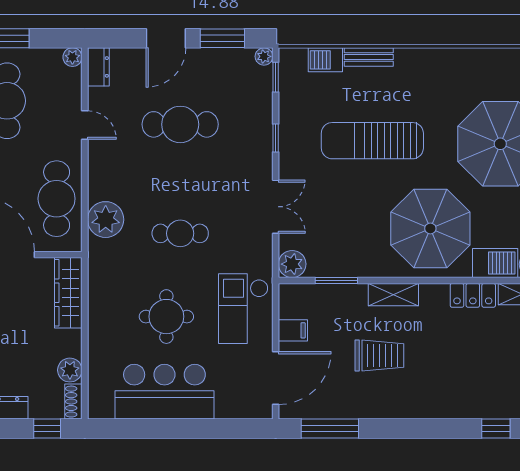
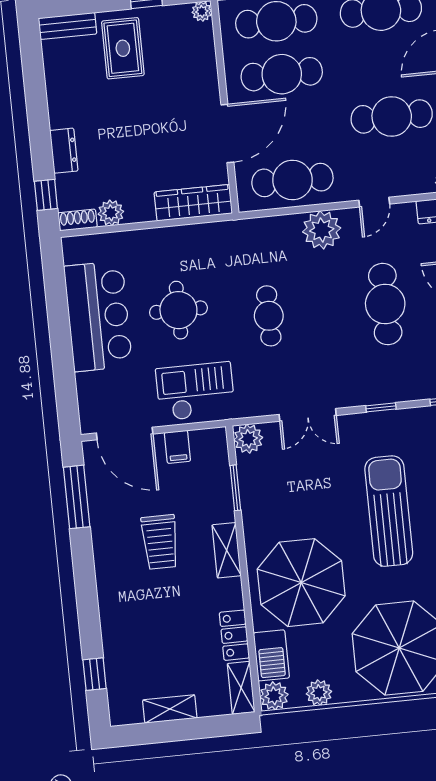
plant: (106, 220) -> (322, 230), moved

